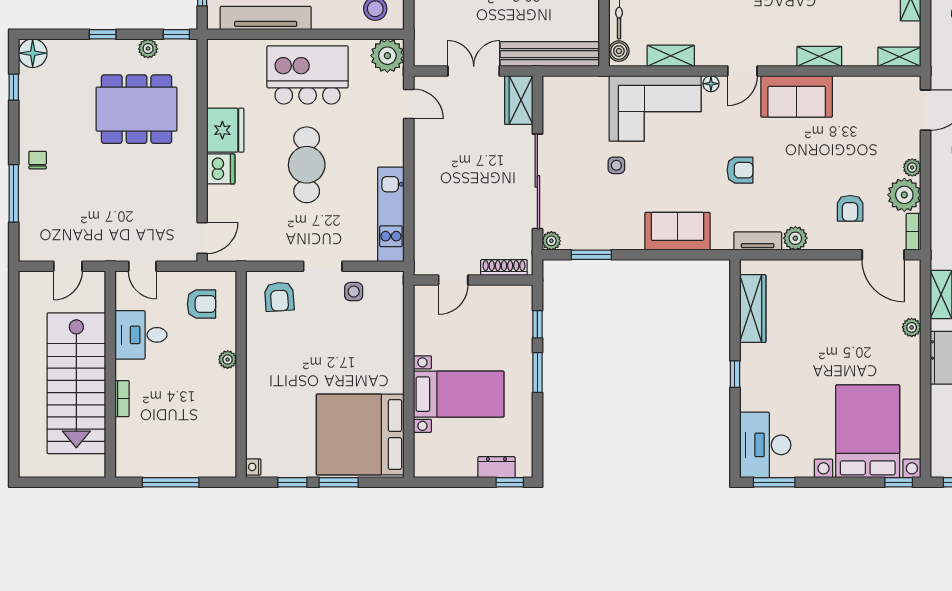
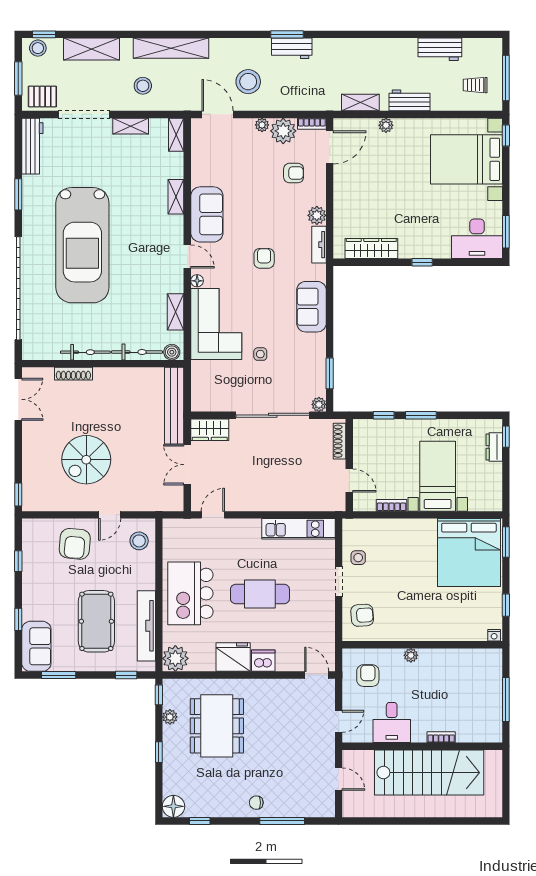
plant: (387, 56) -> (175, 658), moved
bookcase: (421, 335) -> (392, 505), added
window: (339, 482) -> (506, 542), moved

